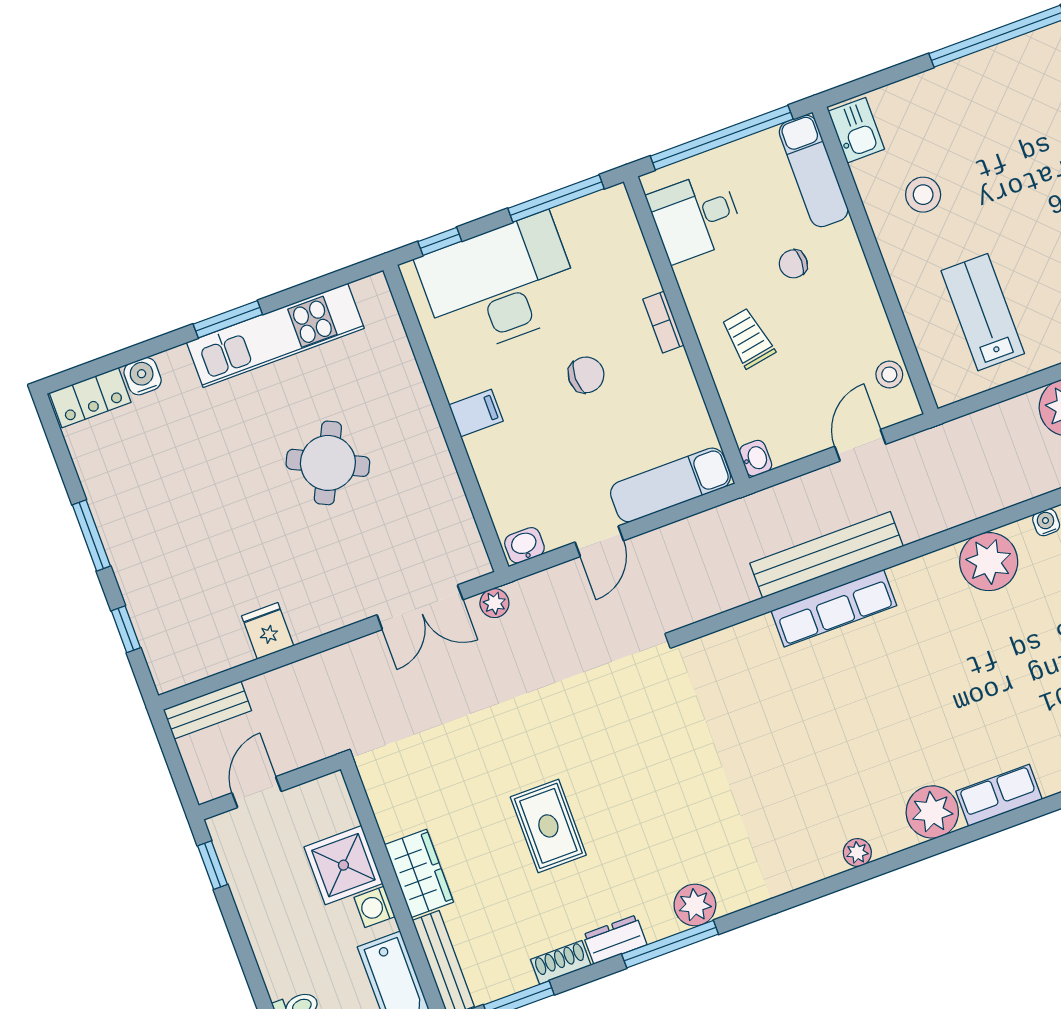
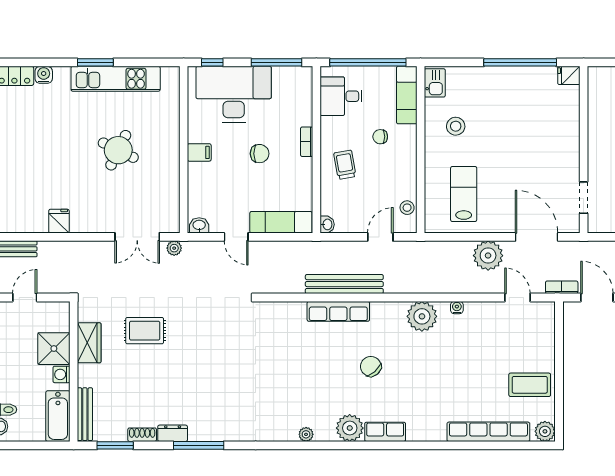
door: (599, 541) -> (236, 237), hinge flipped
chair: (929, 686) -> (371, 366), added
rug: (548, 826) -> (145, 331), moved, turned 90
wardrobe: (419, 873) -> (89, 343), moved
plant: (695, 905) -> (218, 431), removed

